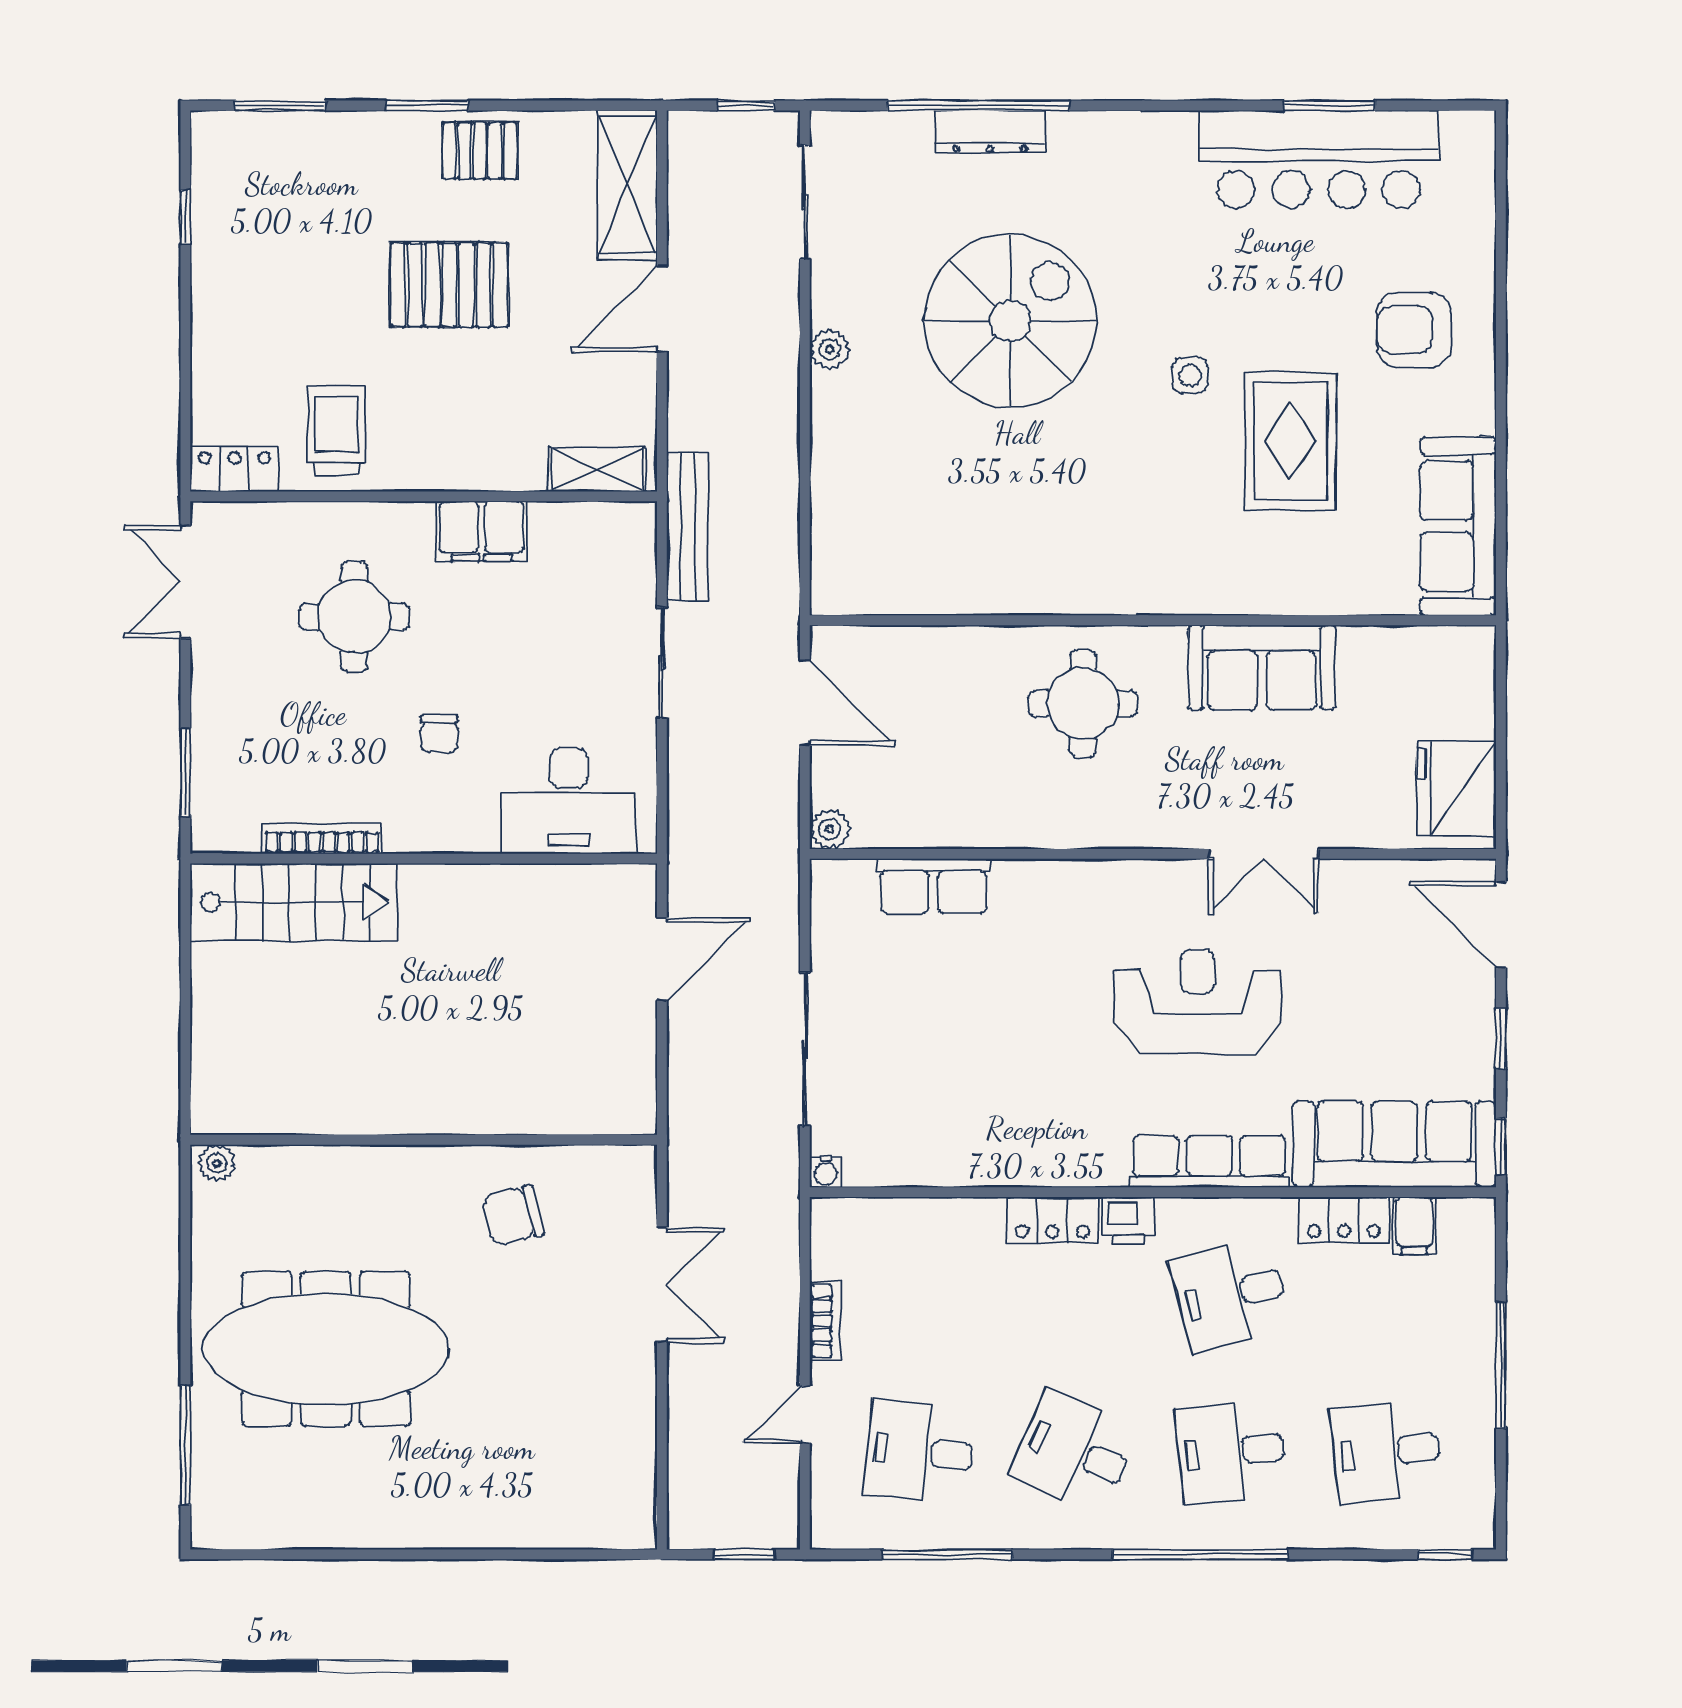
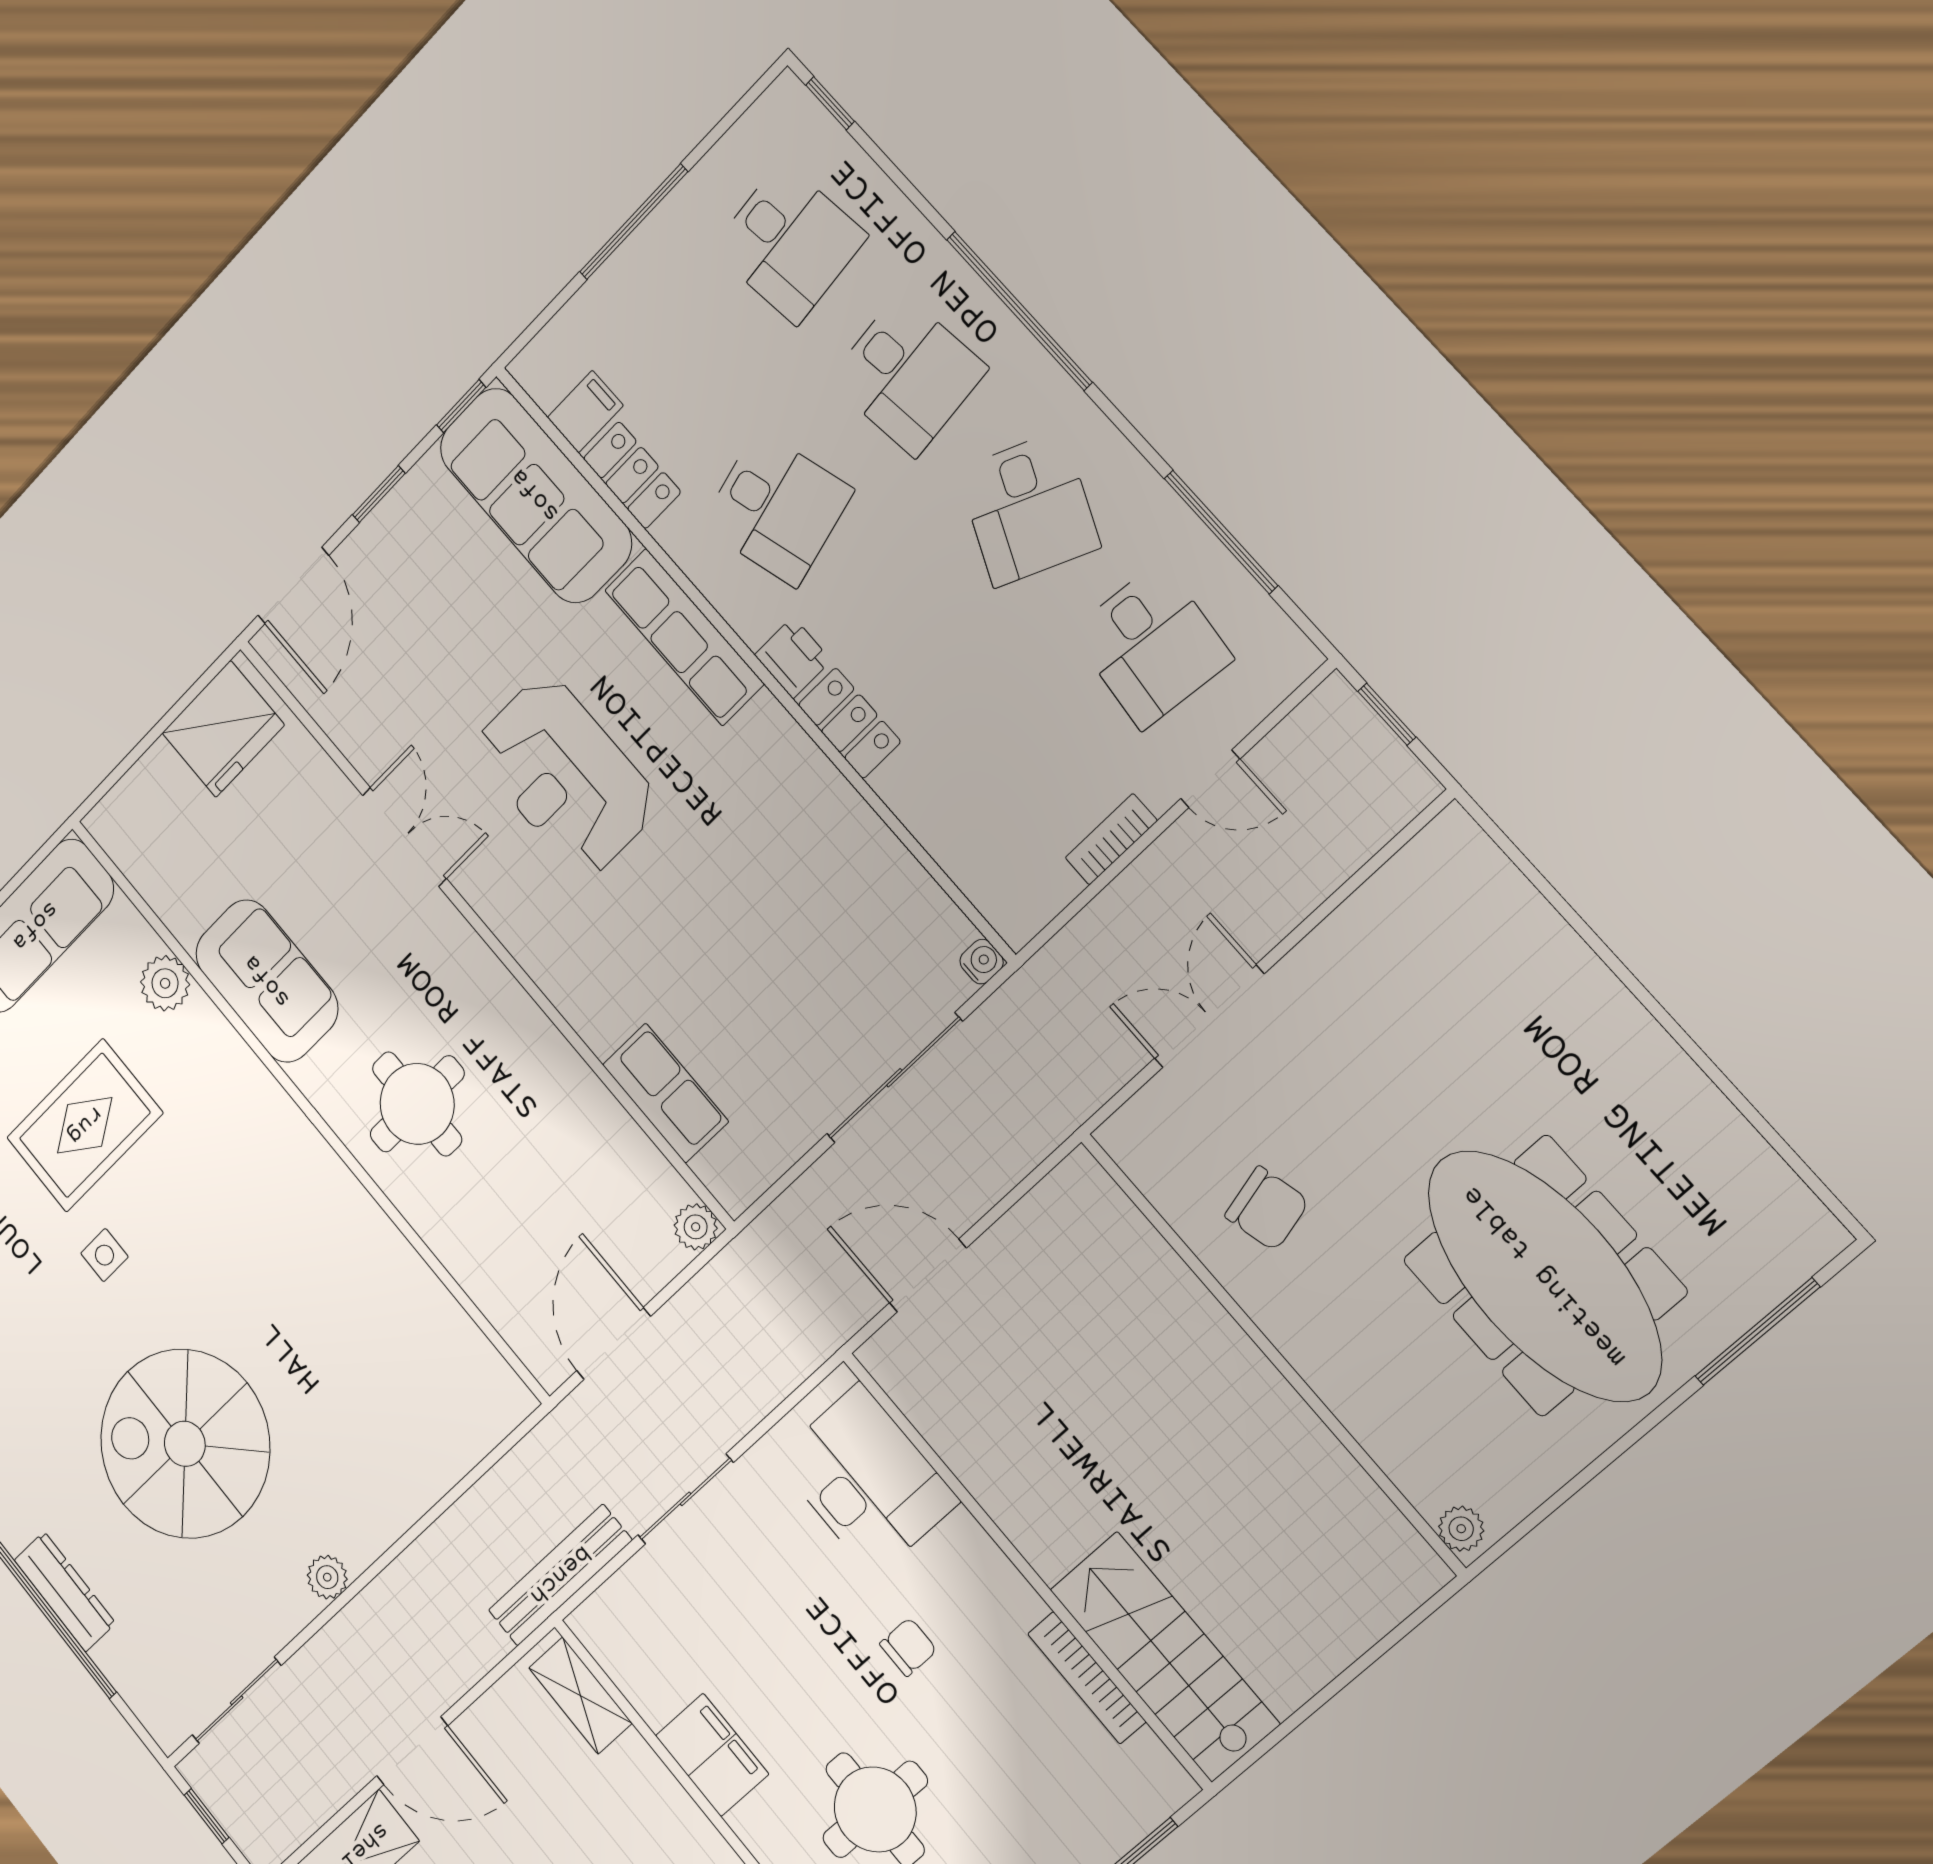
plant: (1329, 590) -> (165, 983), added

